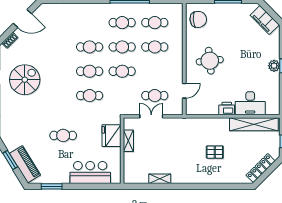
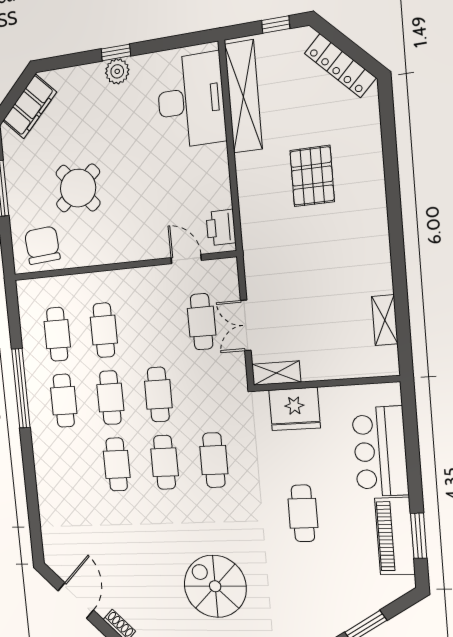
round table: (210, 61) -> (78, 188), moved, turned -34
spiral stairs: (25, 80) -> (215, 586), moved
desk: (250, 103) -> (191, 101), width x1.36, depth x1.30
printer: (227, 109) -> (221, 227), moved
shelving: (128, 141) -> (276, 373), moved
pallet: (215, 152) -> (312, 176), width x1.50, depth x1.42
piano: (25, 164) -> (395, 536), moved, turned -58
shelving: (160, 179) -> (385, 320), moved

